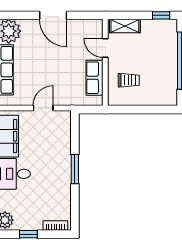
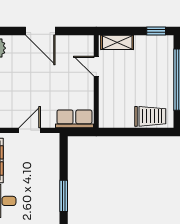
row of seats: (95, 78) -> (74, 119), moved, turned 90
trolley: (129, 80) -> (150, 116), moved, width x1.36, depth x1.39

